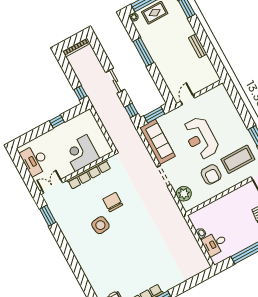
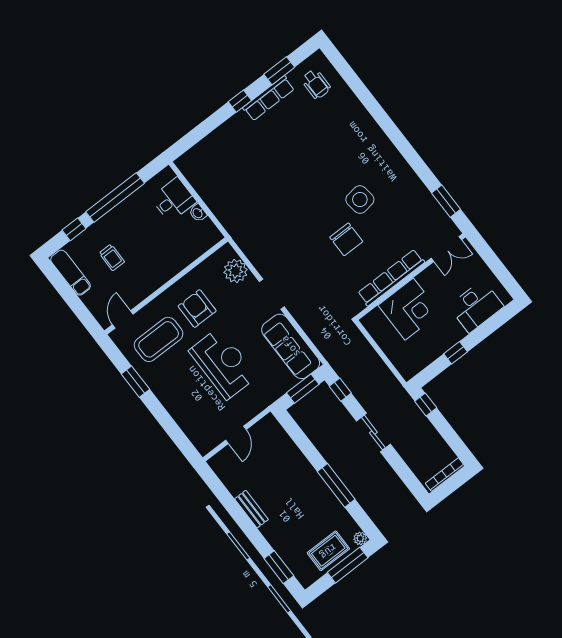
door: (188, 100) -> (236, 435), moved
desk: (35, 160) -> (476, 306), moved, turned 90

